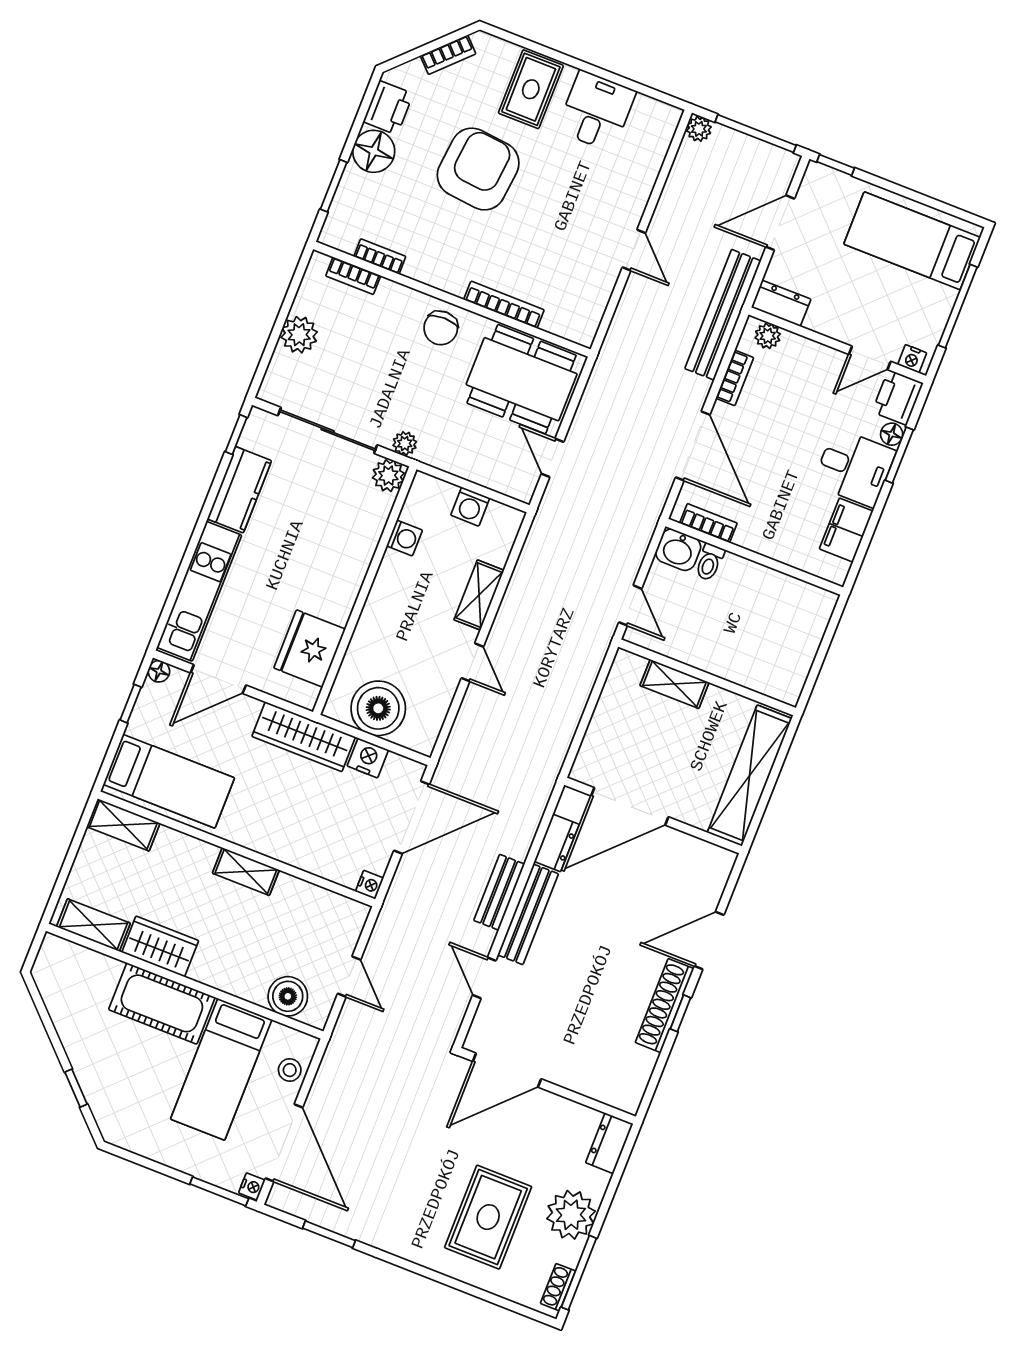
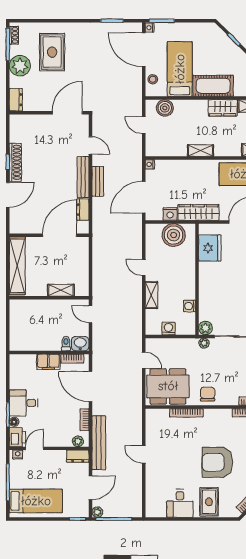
plant: (699, 129) -> (97, 512), moved
armchair: (478, 169) -> (217, 462), turned 84
filing cabinet: (846, 530) -> (48, 362), moved, turned 90

